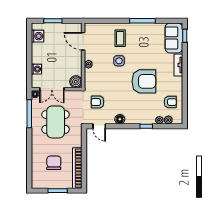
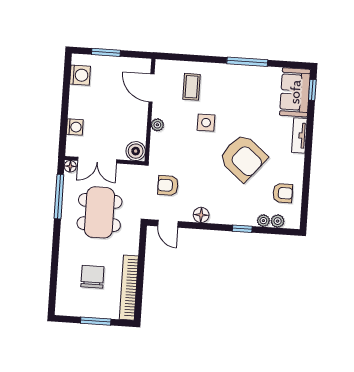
coffee table: (120, 38) -> (192, 87), moved
armchair: (144, 81) -> (243, 158), turned 40

